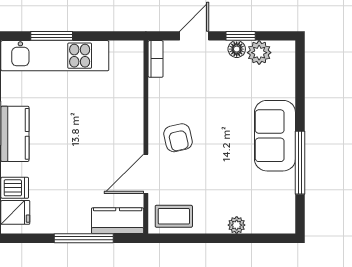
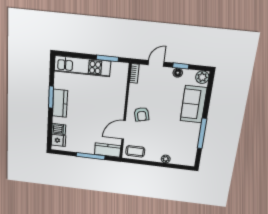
window: (52, 36) -> (107, 58), moved
plant: (259, 53) -> (202, 77), moved
sofa: (275, 136) -> (194, 104), moved

